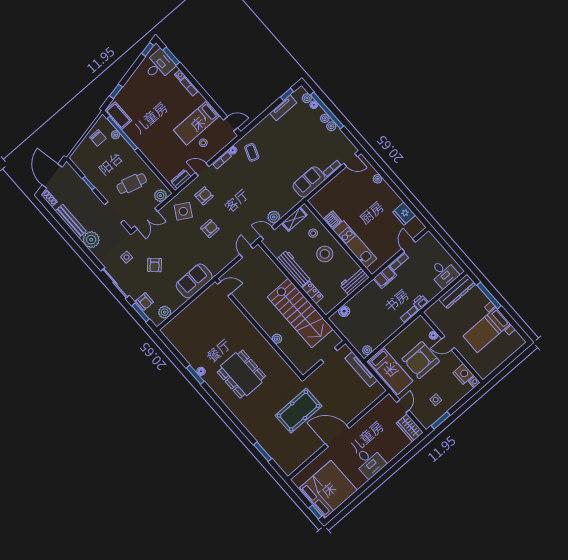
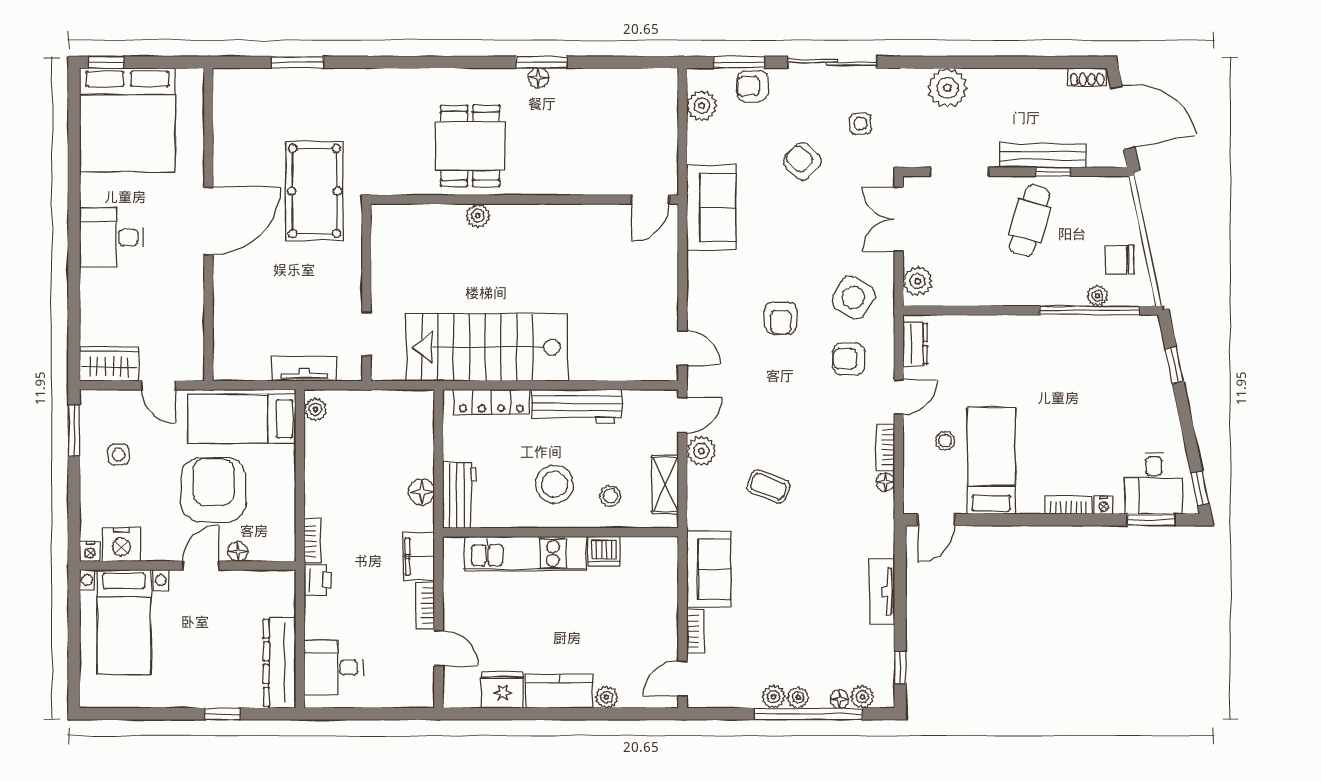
tv unit: (283, 108) -> (882, 591), moved
cot: (118, 116) -> (1127, 331), removed
coffee table: (252, 152) -> (768, 487), moved
cafe table: (132, 184) -> (1030, 221), moved
kitchen counter: (389, 195) -> (560, 691), added
armchair: (204, 196) -> (849, 359), turned 90
bench: (71, 221) -> (1043, 156), moved
door: (224, 289) -> (650, 199), moved
locker: (313, 293) -> (491, 402), width x1.53
window: (489, 295) -> (222, 714), width x0.46
floor lamp: (344, 311) -> (421, 492), moved
wall: (259, 328) -> (524, 199), moved
bed with nightstands: (487, 330) -> (124, 622), moved, turned 180
plant: (277, 339) -> (478, 216), moved
tv unit: (361, 369) -> (304, 369), width x0.71
dining table: (241, 374) -> (470, 146), width x0.73

